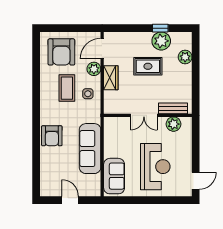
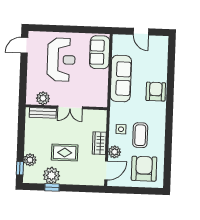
window: (196, 47) -> (20, 168), added
double door: (144, 115) -> (70, 107), swing flipped
reception desk: (155, 167) -> (61, 60), turned 180

